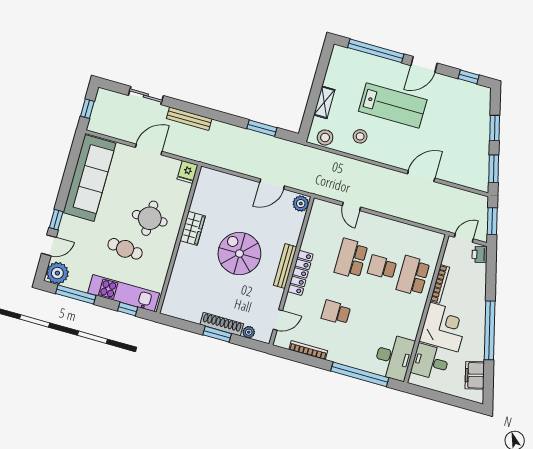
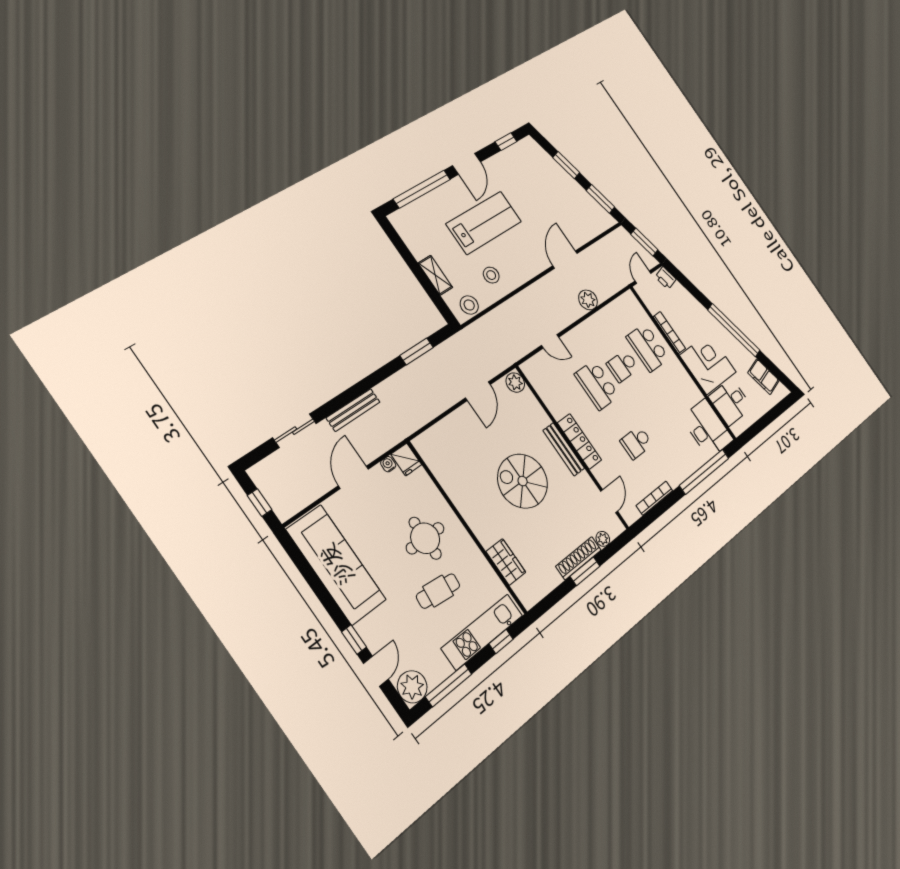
water cooler: (175, 164) -> (388, 464), added
plant: (407, 211) -> (588, 300), added
wardrobe: (193, 228) -> (506, 562), moved

